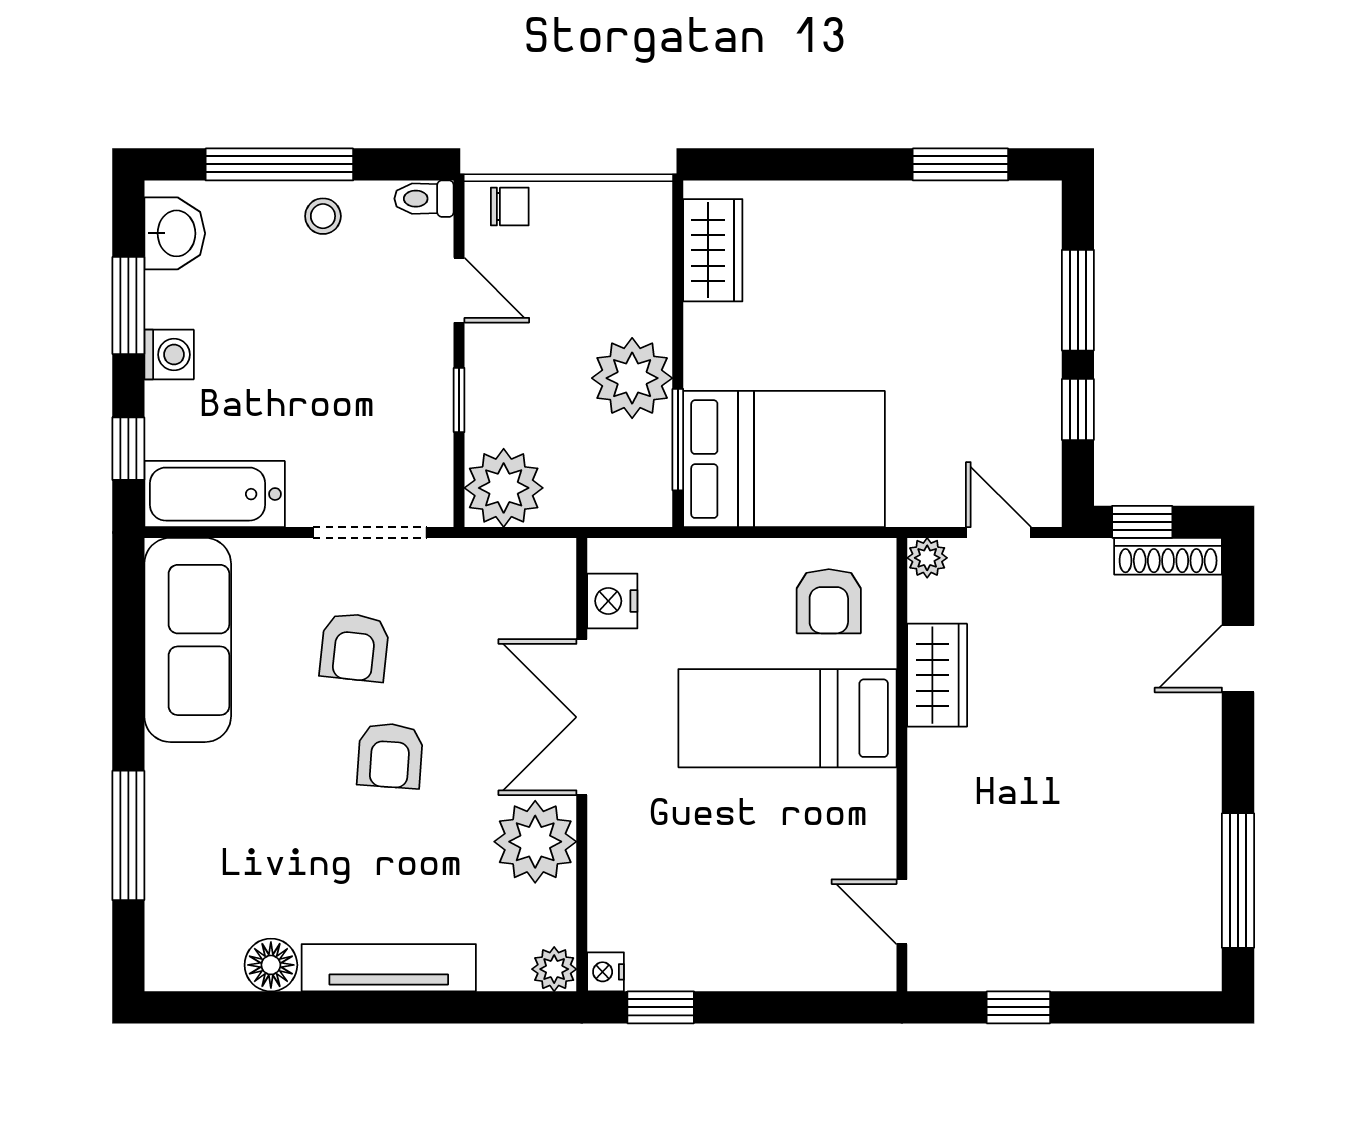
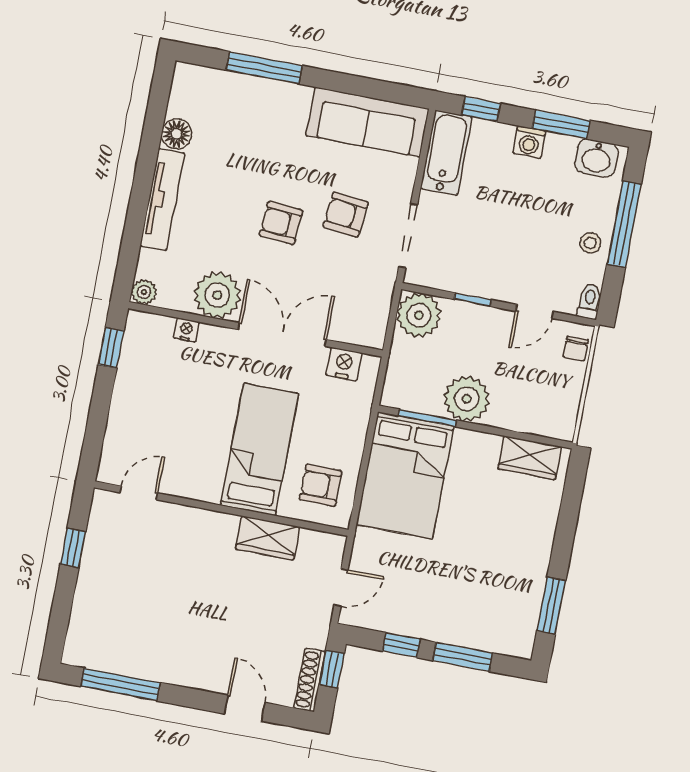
plant: (927, 558) -> (334, 545), removed
nightstand: (606, 972) -> (186, 330), moved

